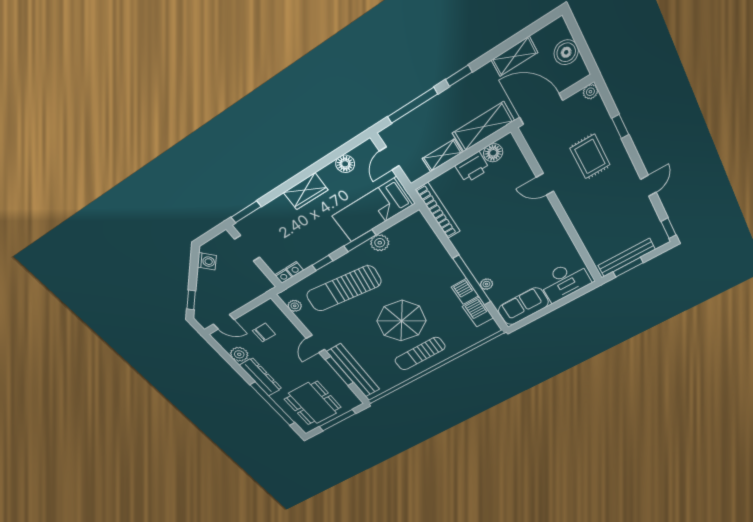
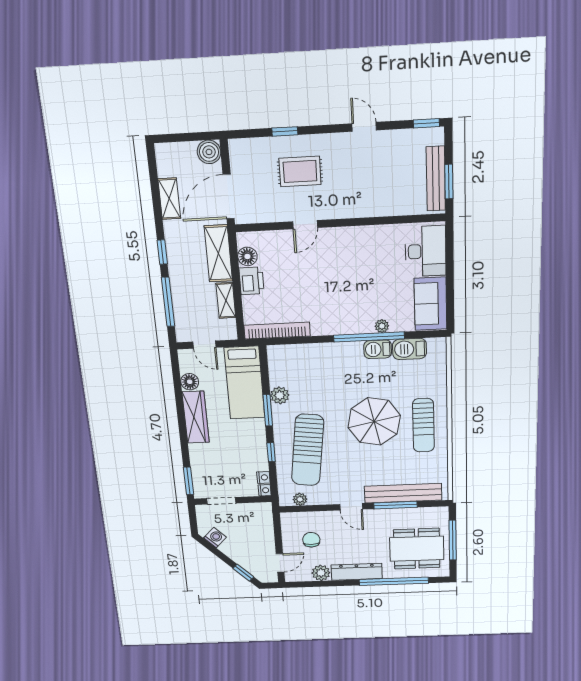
boiler: (566, 52) -> (209, 152), moved
plant: (590, 92) -> (236, 146), removed
wardrobe: (306, 191) -> (196, 417), width x1.50

